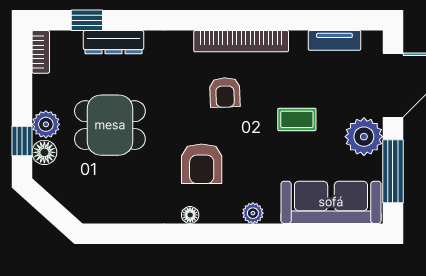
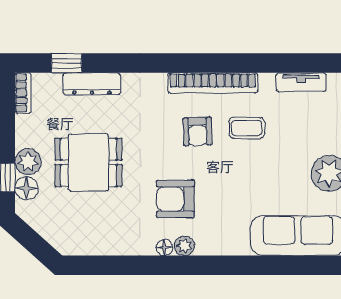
coffee table: (297, 119) -> (247, 128), moved
armchair: (202, 164) -> (175, 199), turned 90
plant: (253, 213) -> (184, 246), moved

